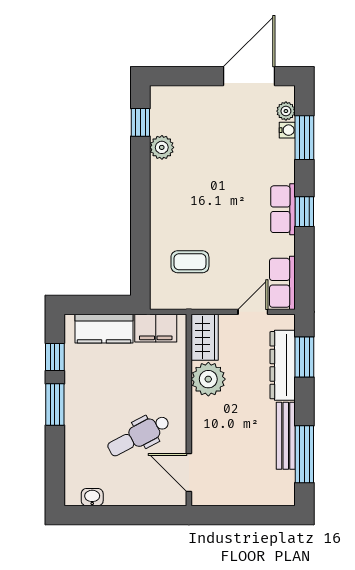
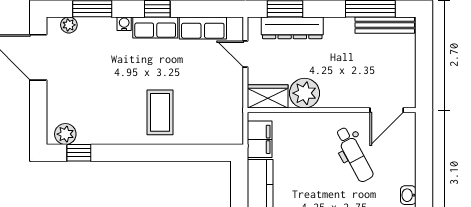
water cooler: (287, 130) -> (124, 24), moved
plant: (162, 147) -> (65, 134), moved
coffee table: (190, 262) -> (160, 112), moved, width x1.36, depth x1.30
row of seats: (282, 283) -> (203, 28), moved
bench: (286, 436) -> (385, 25), moved

